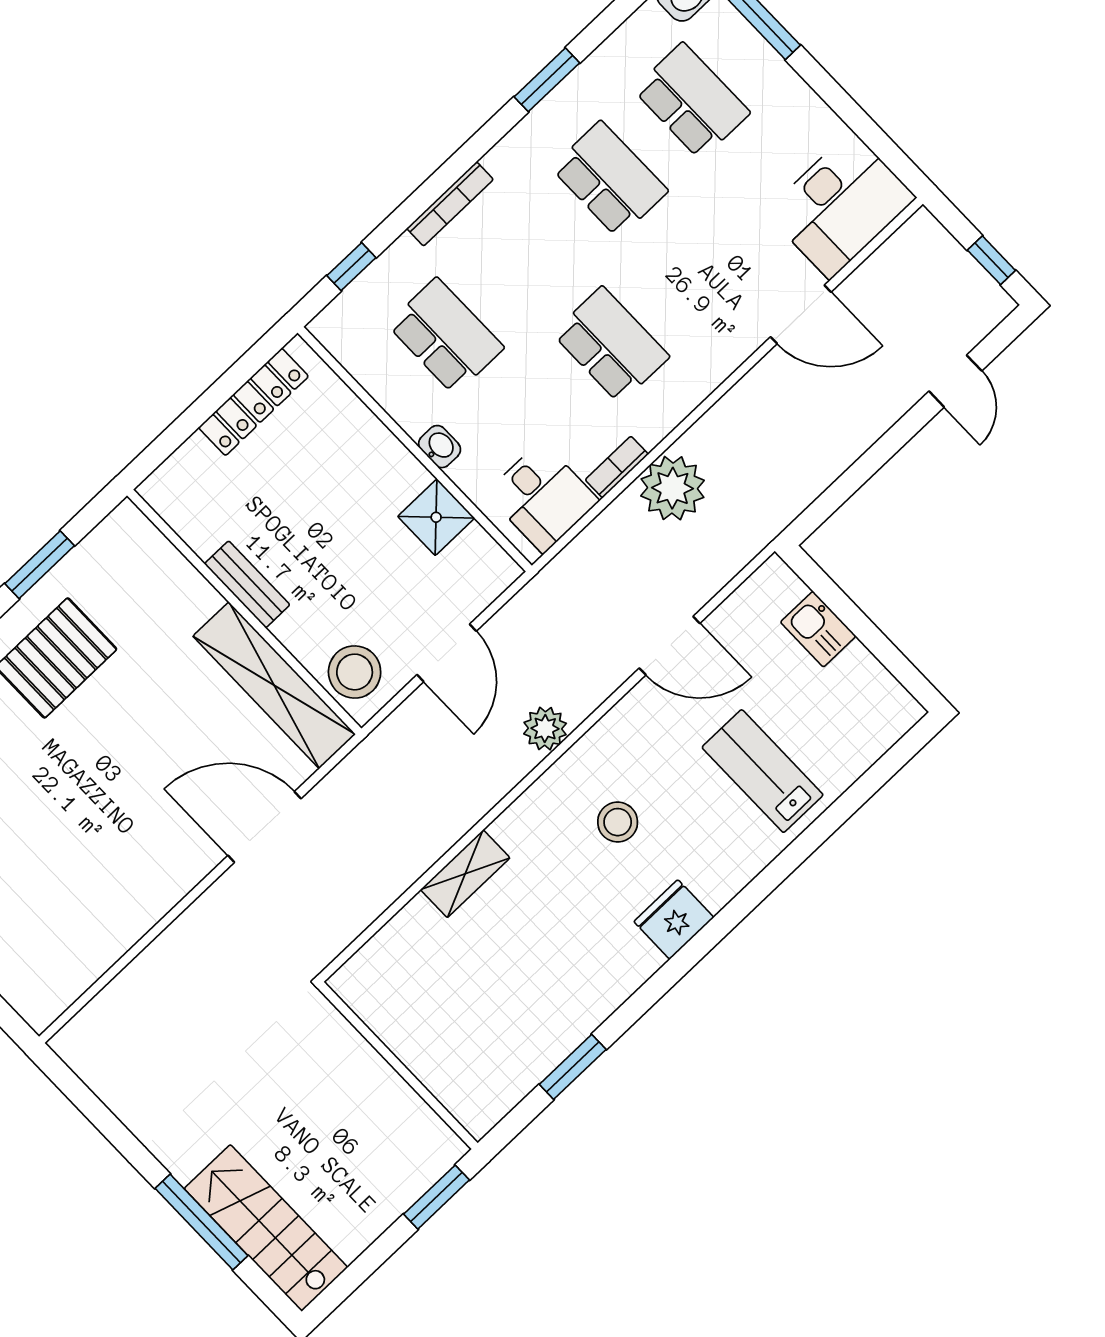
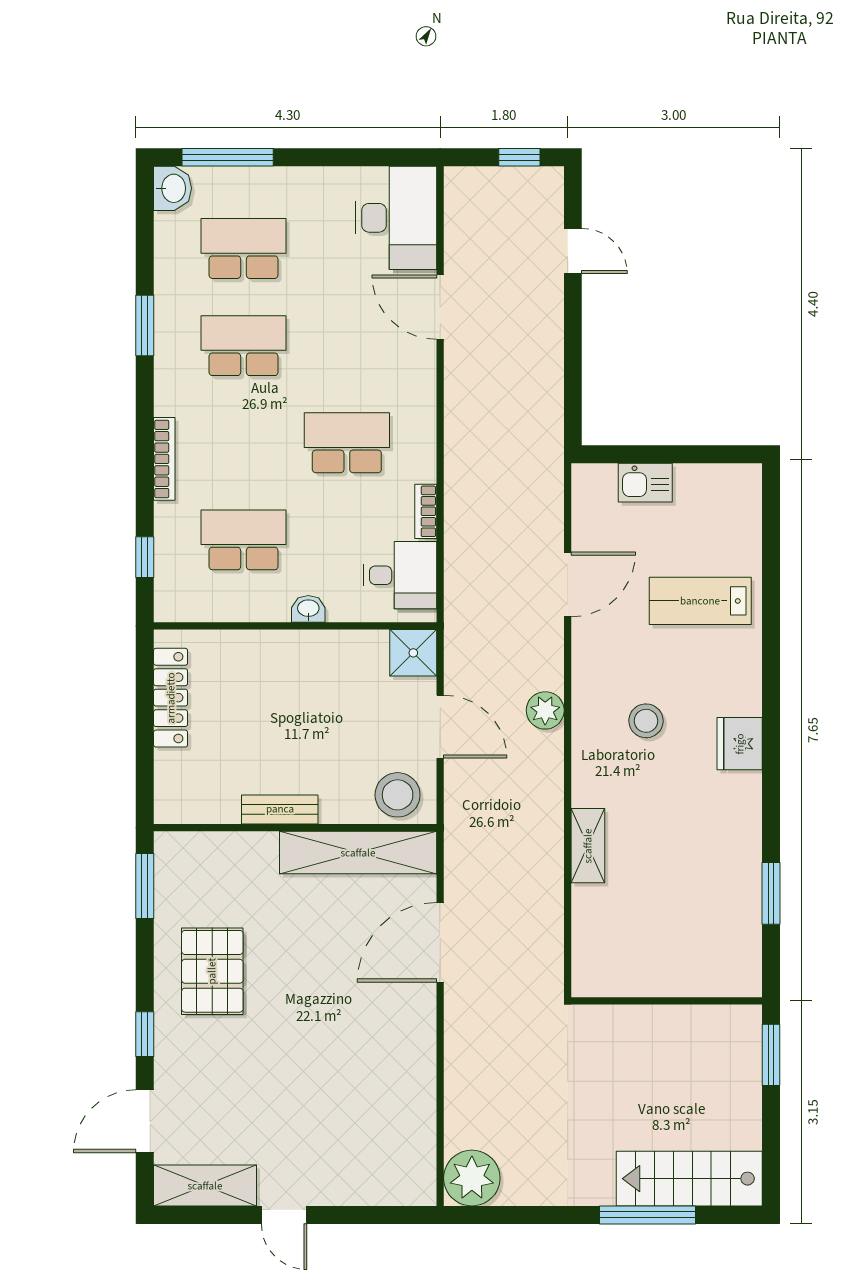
door: (801, 314) -> (440, 307), swing flipped
plant: (673, 488) -> (472, 1178), moved
shower: (436, 517) -> (413, 653), moved
window: (40, 565) -> (145, 886), moved

